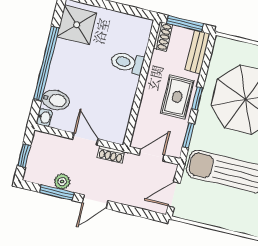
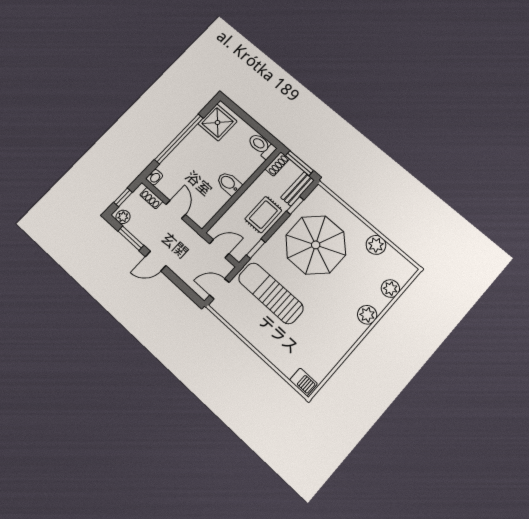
toilet: (127, 63) -> (262, 146), moved
window: (197, 98) -> (295, 205), moved
bidet: (56, 100) -> (229, 183), moved, turned 180
shoe rack: (111, 155) -> (151, 198), moved
plant: (62, 182) -> (123, 217), moved

